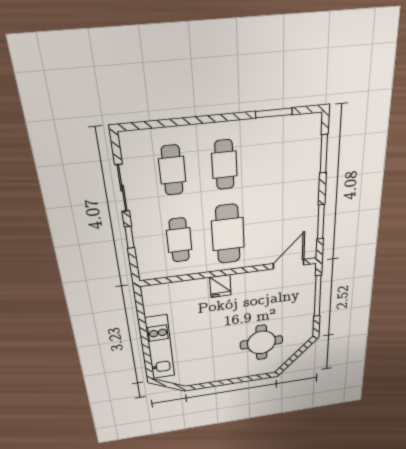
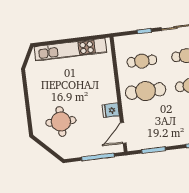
door: (289, 264) -> (123, 133), swing flipped
fridge: (220, 286) -> (111, 110), moved
kitchen unit: (160, 347) -> (70, 50), width x1.36

